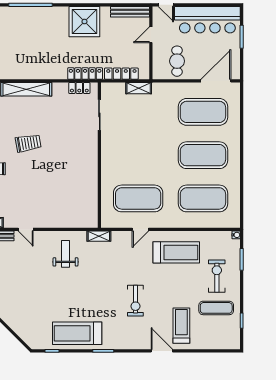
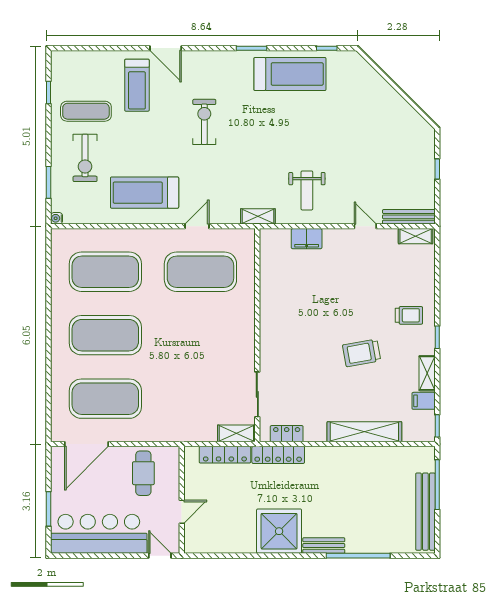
bench: (130, 12) -> (324, 546), moved, width x0.73
shelving: (139, 88) -> (236, 433), moved
filing cabinet: (66, 221) -> (307, 239), added

